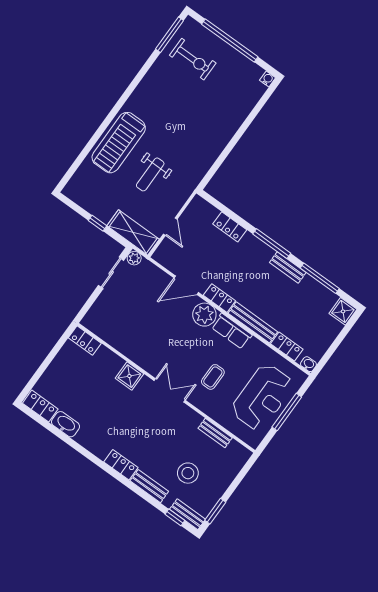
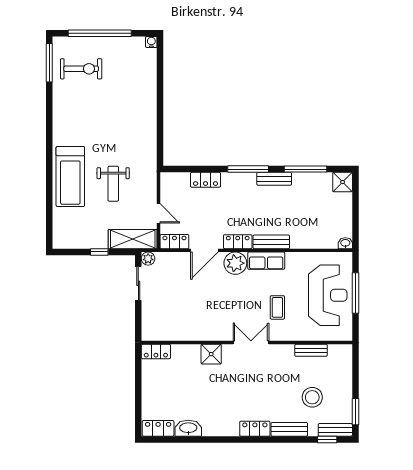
bench: (253, 322) -> (271, 242), width x0.73
locker: (287, 347) -> (174, 242), moved

